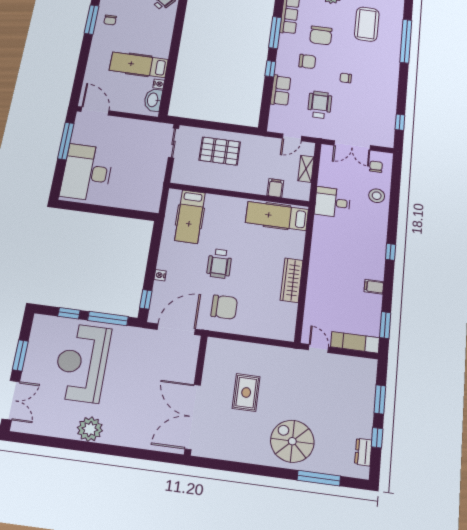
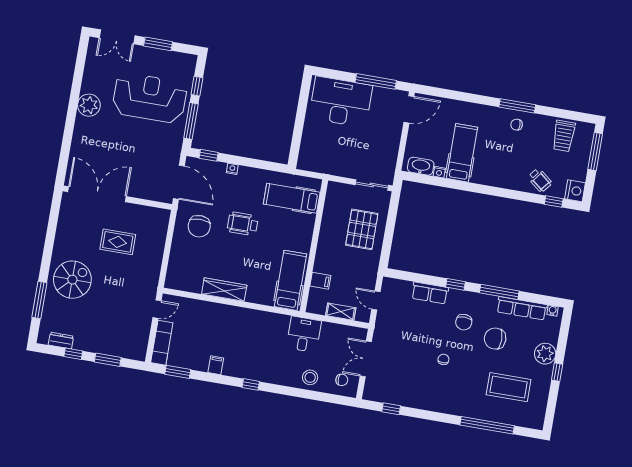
wheelchair: (320, 105) -> (413, 331), removed

